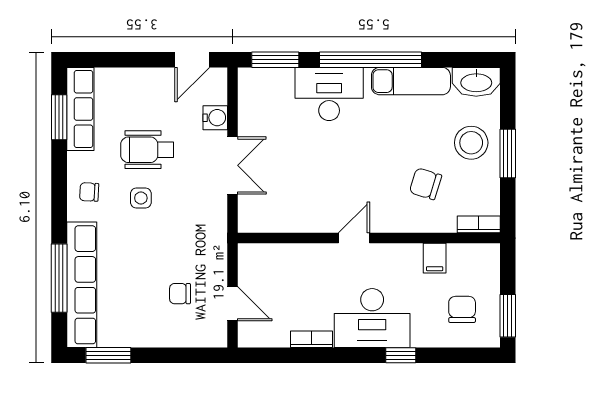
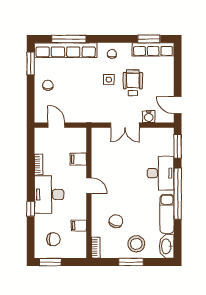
filing cabinet: (301, 259) -> (78, 159), added
chair: (180, 294) -> (48, 85), moved
door: (232, 304) -> (56, 125), swing flipped

